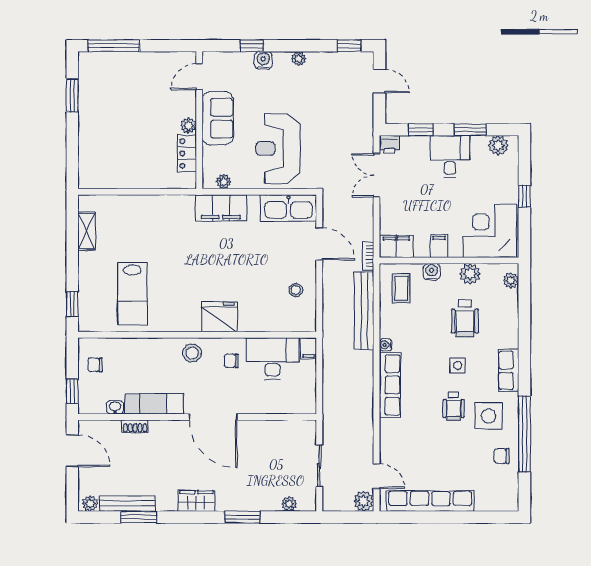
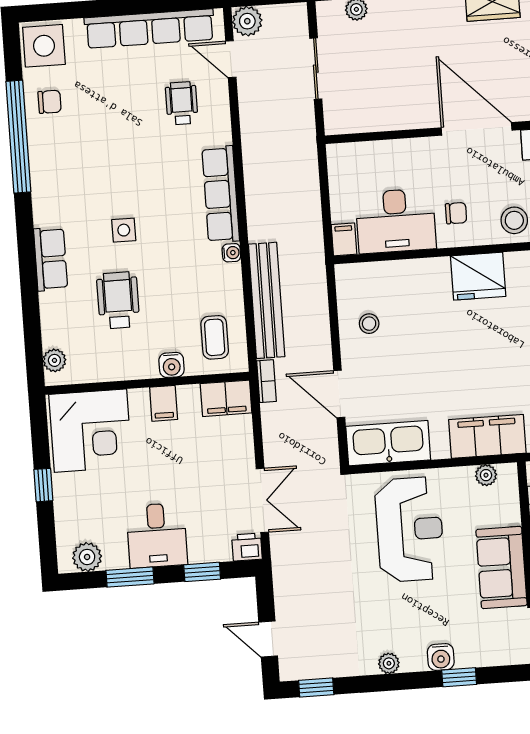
plant: (470, 274) -> (115, 366), removed
row of seats: (509, 370) -> (51, 259), moved
wheelchair: (454, 406) -> (182, 103), moved
side table: (489, 416) -> (44, 46), moved

